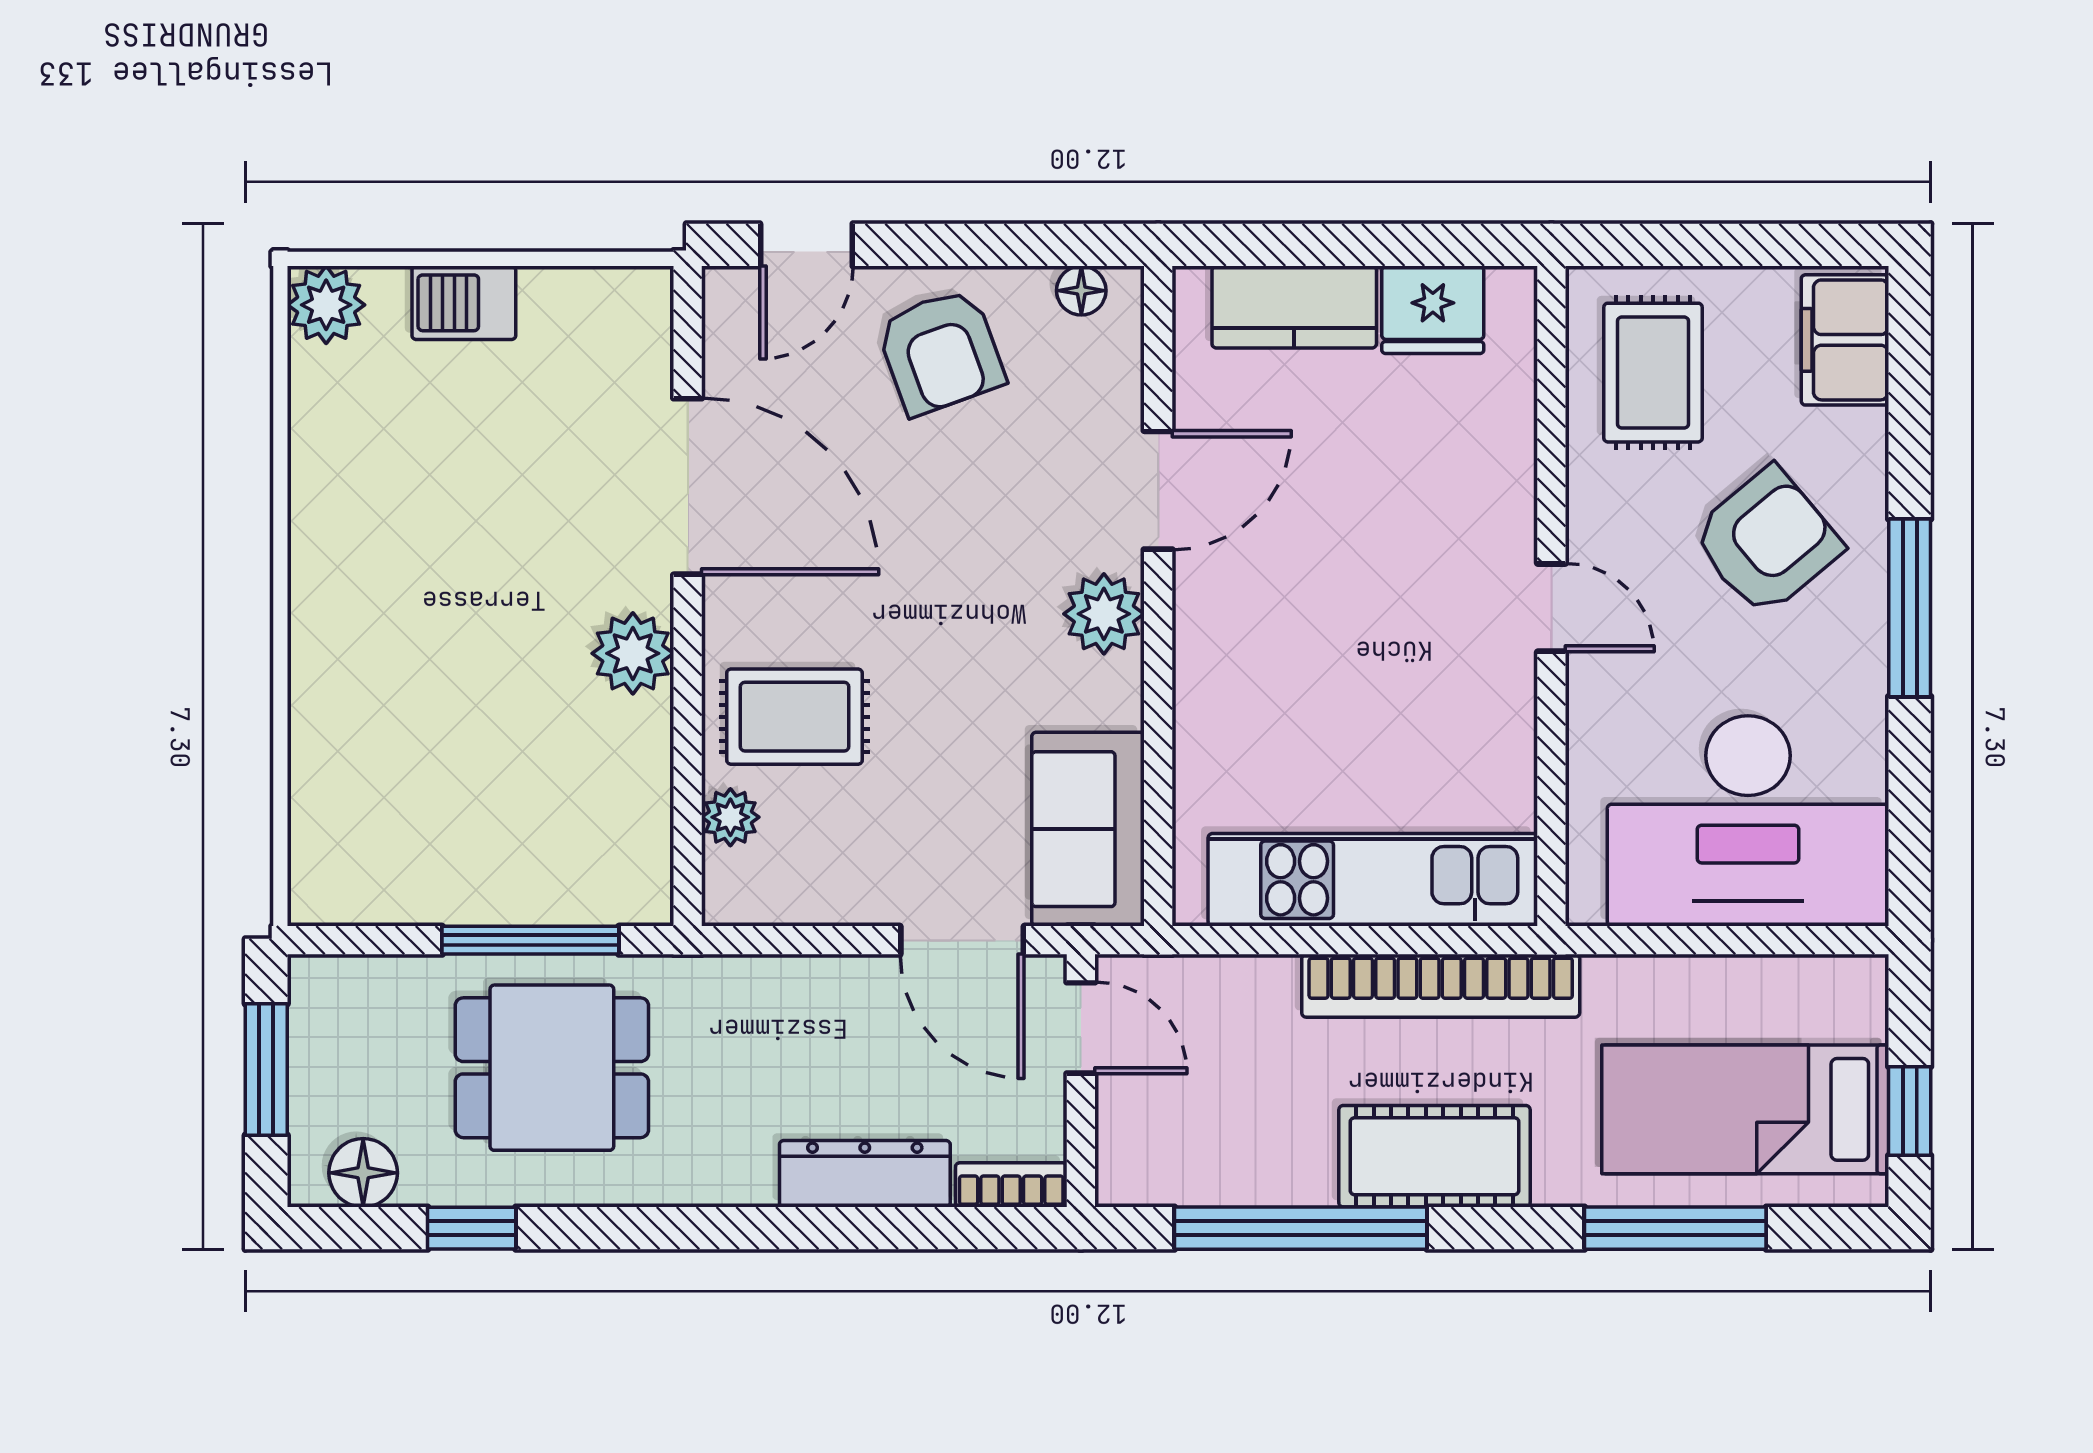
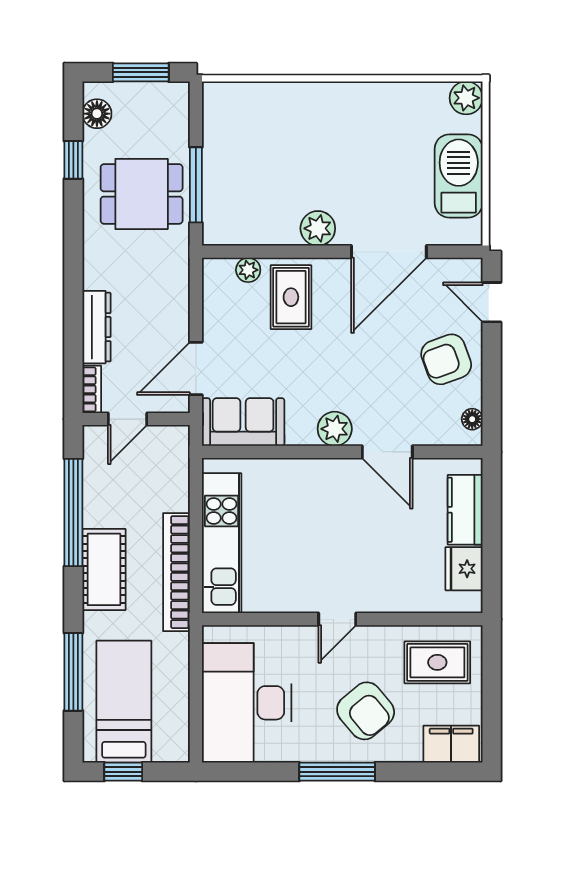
barbecue: (464, 303) -> (459, 176), width x1.88, depth x1.53
door: (1081, 1028) -> (128, 419), moved
dining table: (552, 1068) -> (142, 194), turned 90

